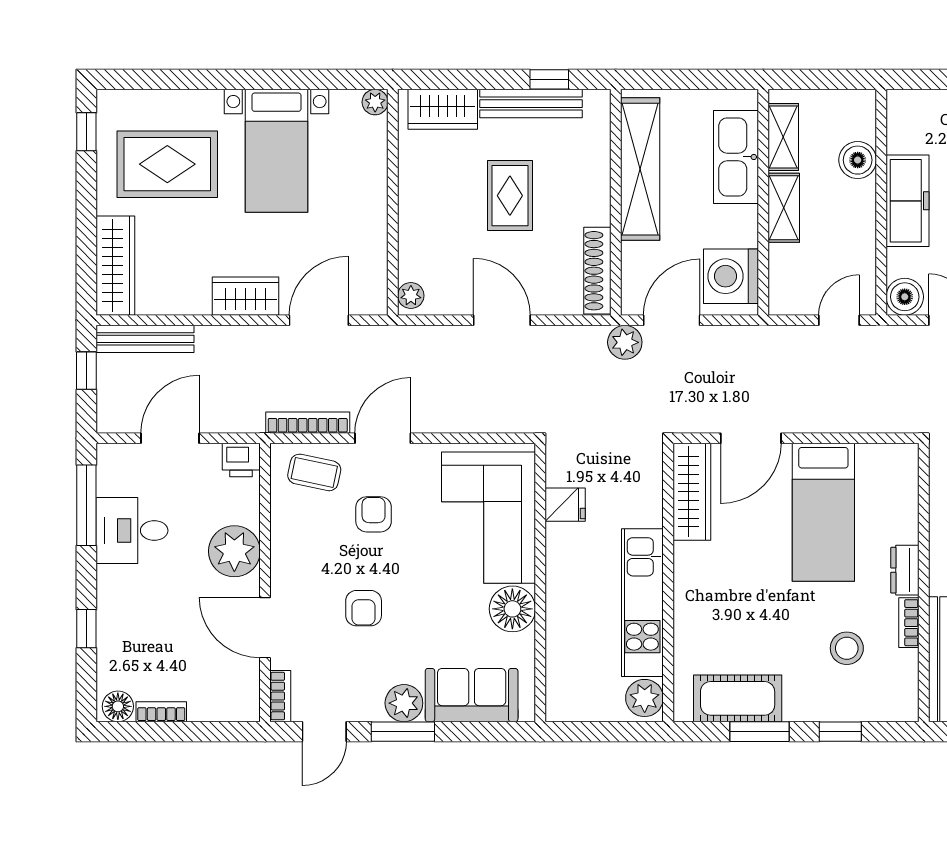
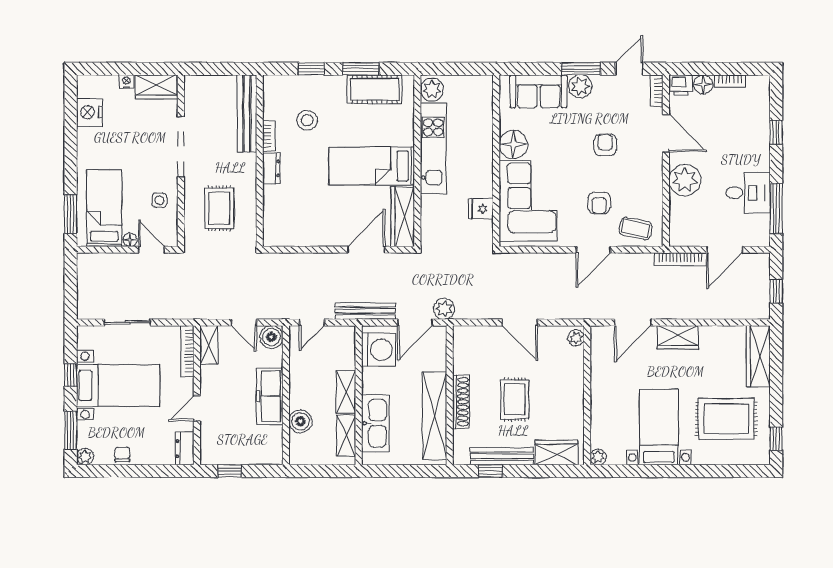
shoe rack: (597, 271) -> (461, 402), moved
bench: (145, 339) -> (365, 311), moved
bookcase: (308, 423) -> (680, 259), moved
printer: (241, 460) -> (681, 85), moved, turned 180
bed: (823, 512) -> (372, 166), moved, turned -90
floor lamp: (118, 706) -> (703, 84), moved

